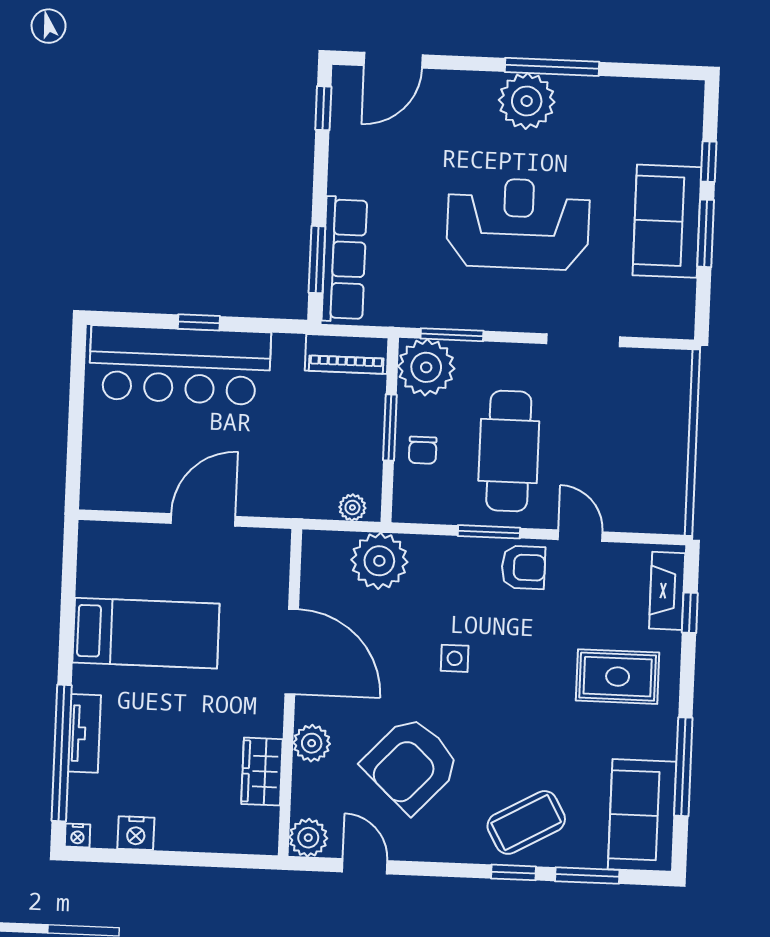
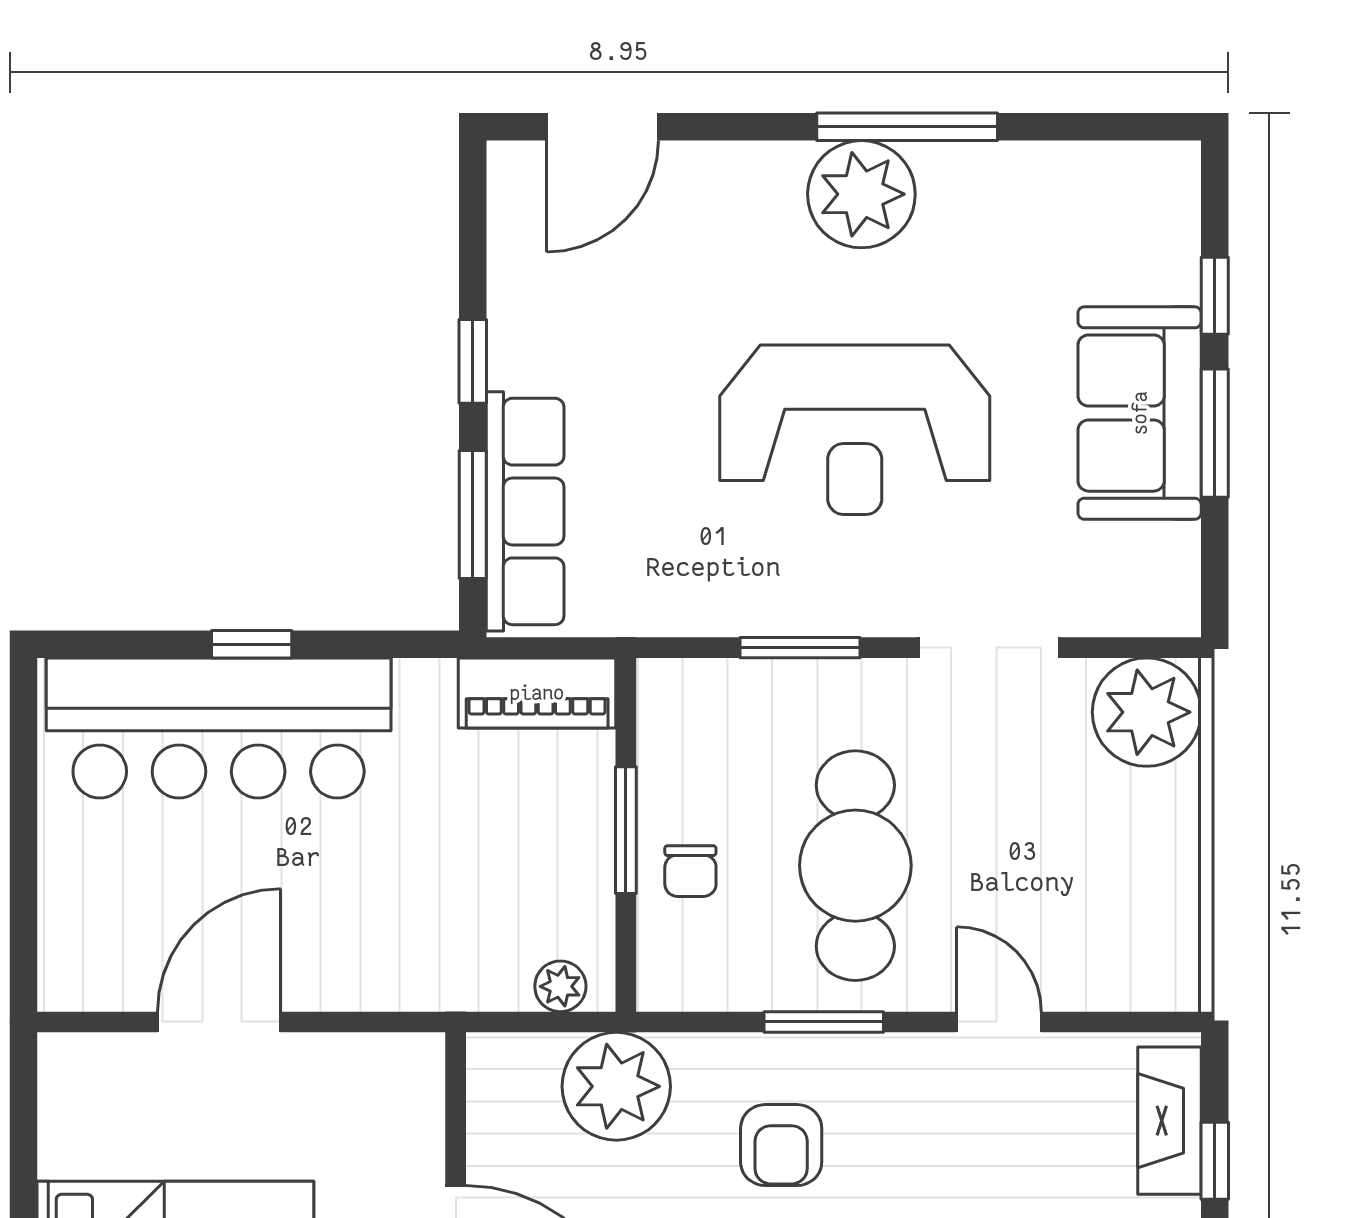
window: (323, 108) -> (473, 361), moved
reception desk: (518, 224) -> (855, 430), turned 180
window: (452, 335) -> (800, 648), moved
plant: (426, 367) -> (1147, 712), moved
door: (203, 520) -> (219, 1022), moved
armchair: (523, 567) -> (781, 1145), moved, turned 90

